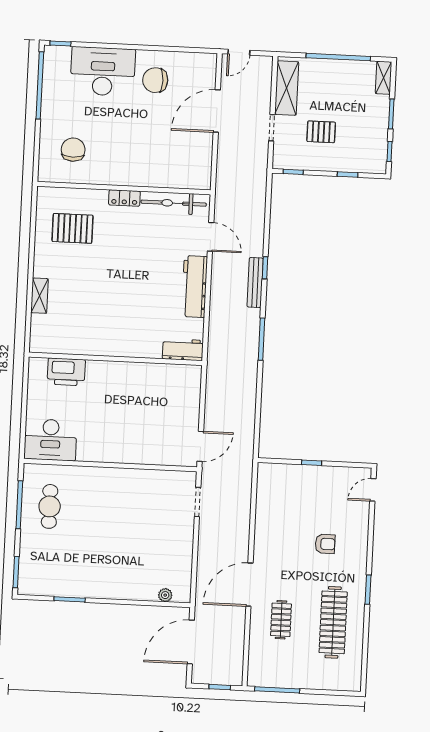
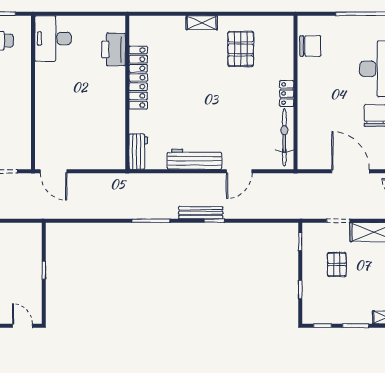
wall: (124, 188) -> (296, 93), moved
locker: (124, 198) -> (287, 93), moved
bicycle: (174, 203) -> (284, 137), moved
shelving: (40, 296) -> (202, 23), moved
locker: (99, 346) -> (138, 78), added

